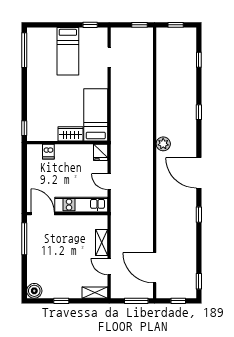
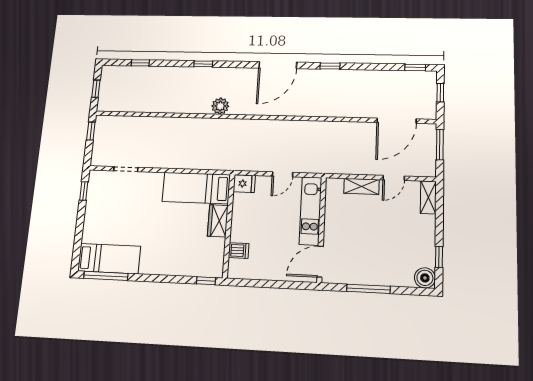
bed: (68, 51) -> (109, 259), moved
plant: (163, 144) -> (220, 106), moved
window: (24, 239) -> (368, 289), moved
window: (61, 301) -> (439, 257), moved

